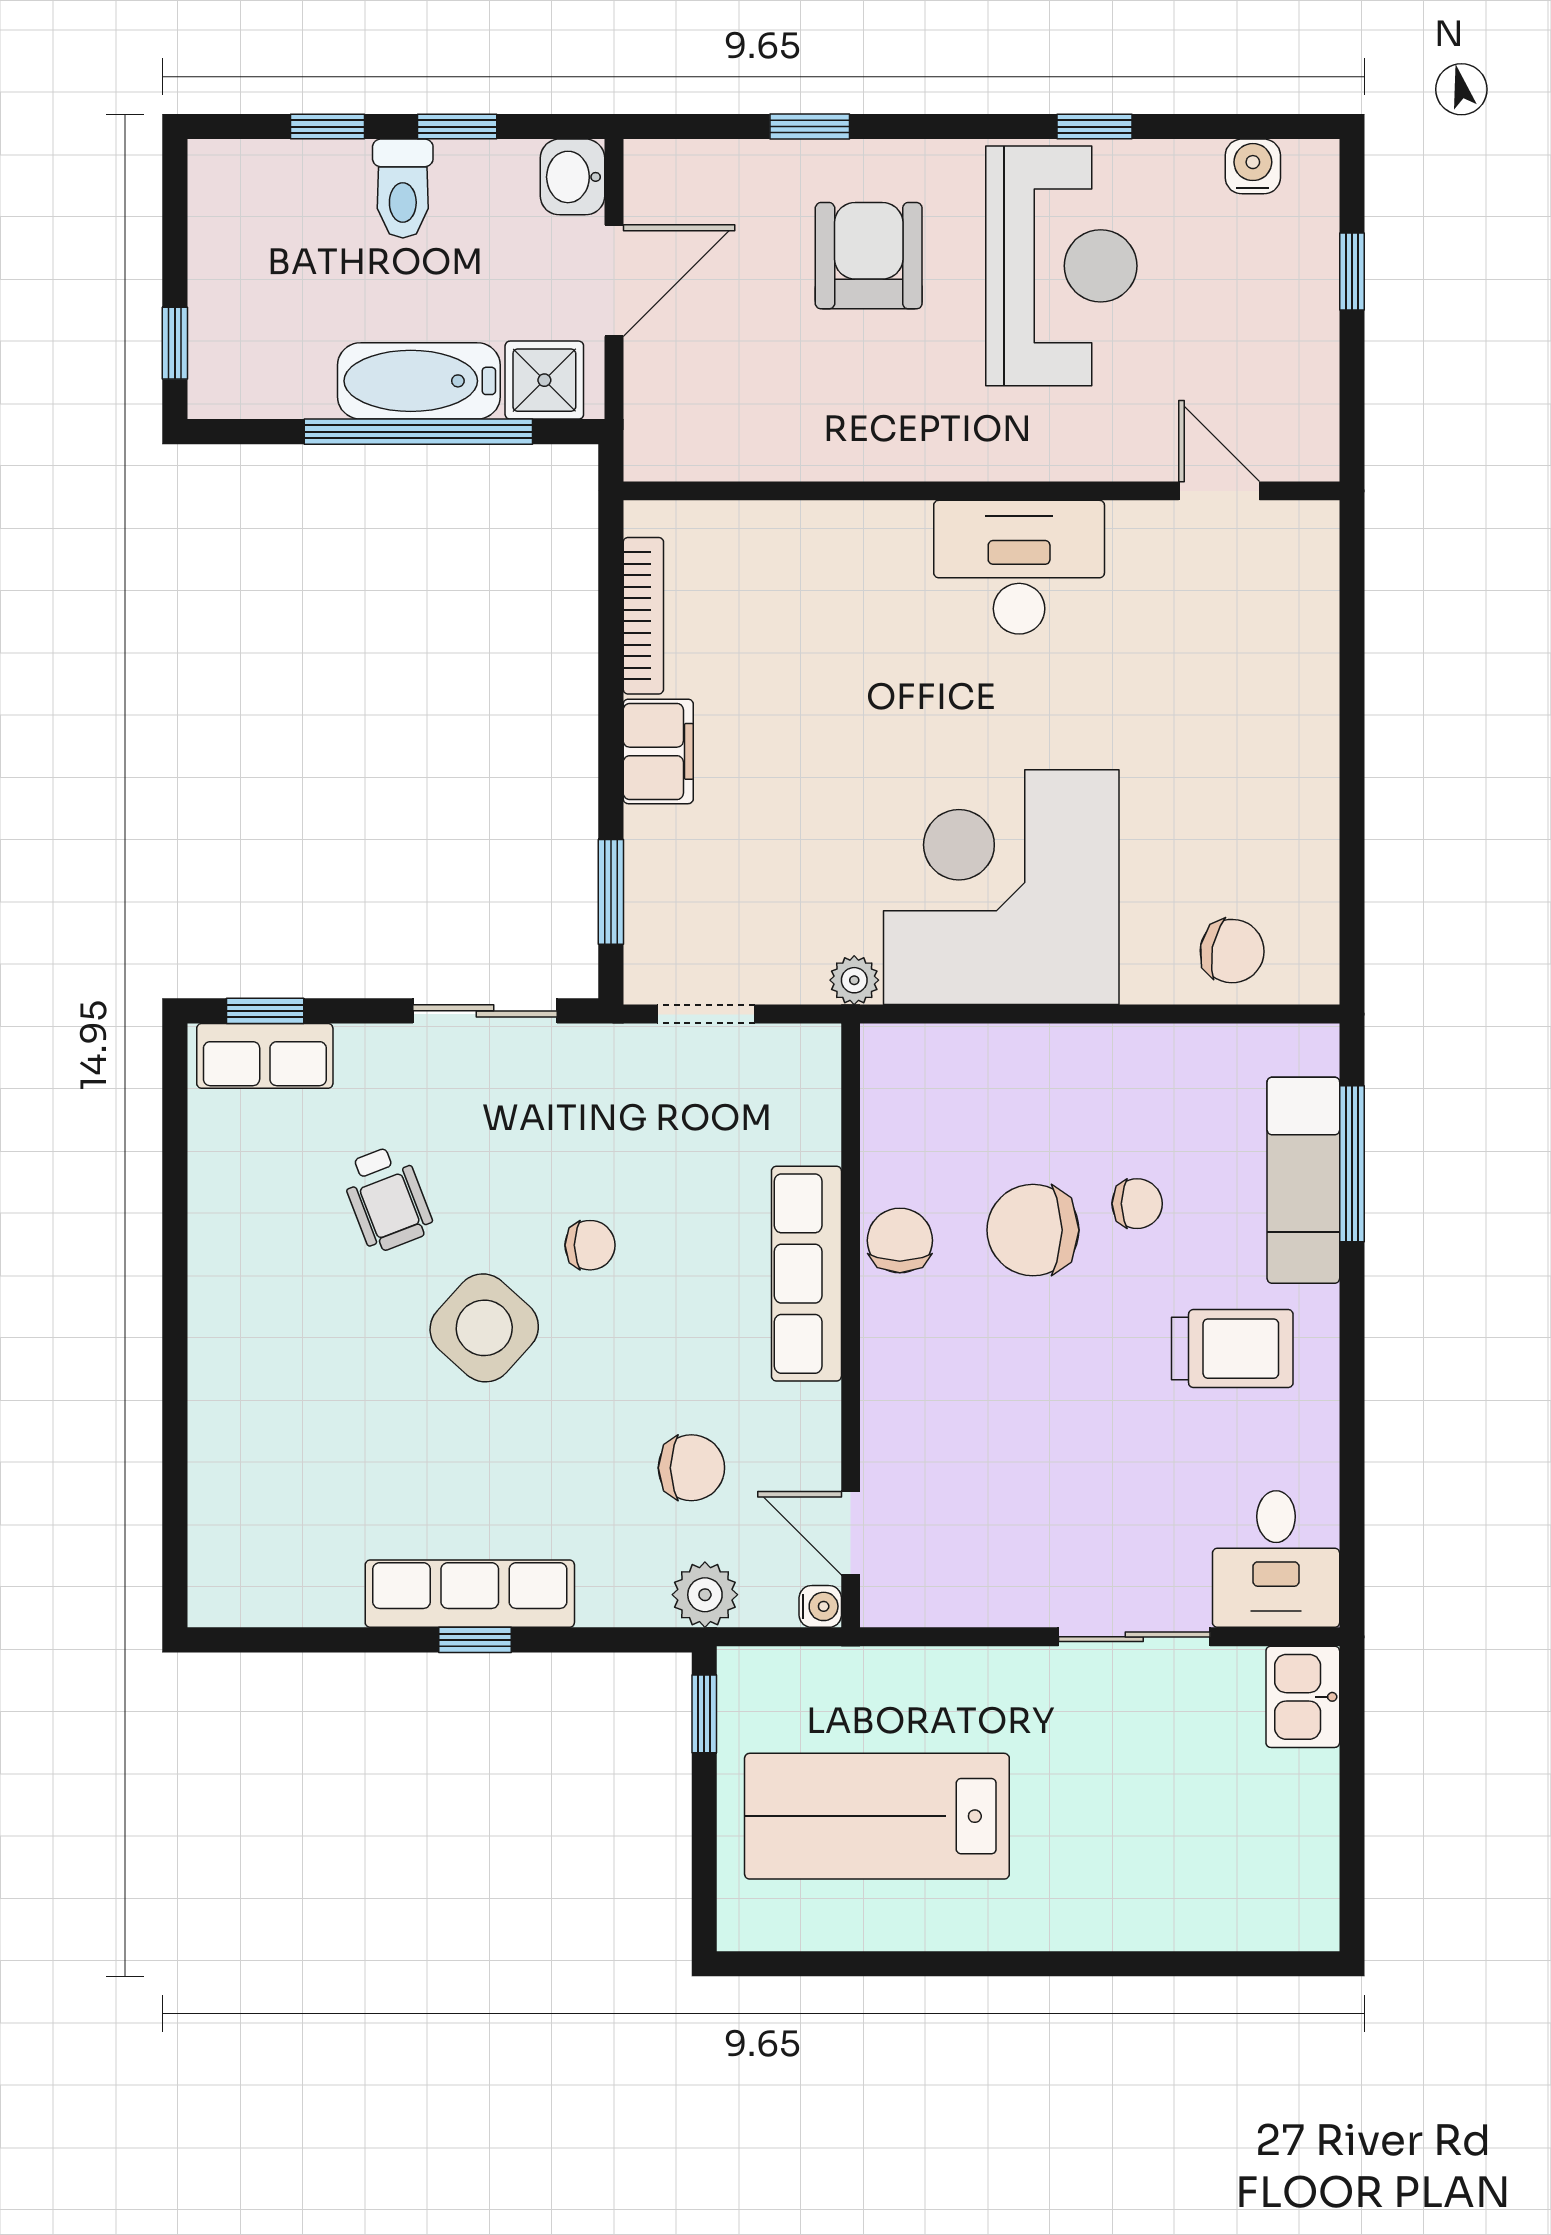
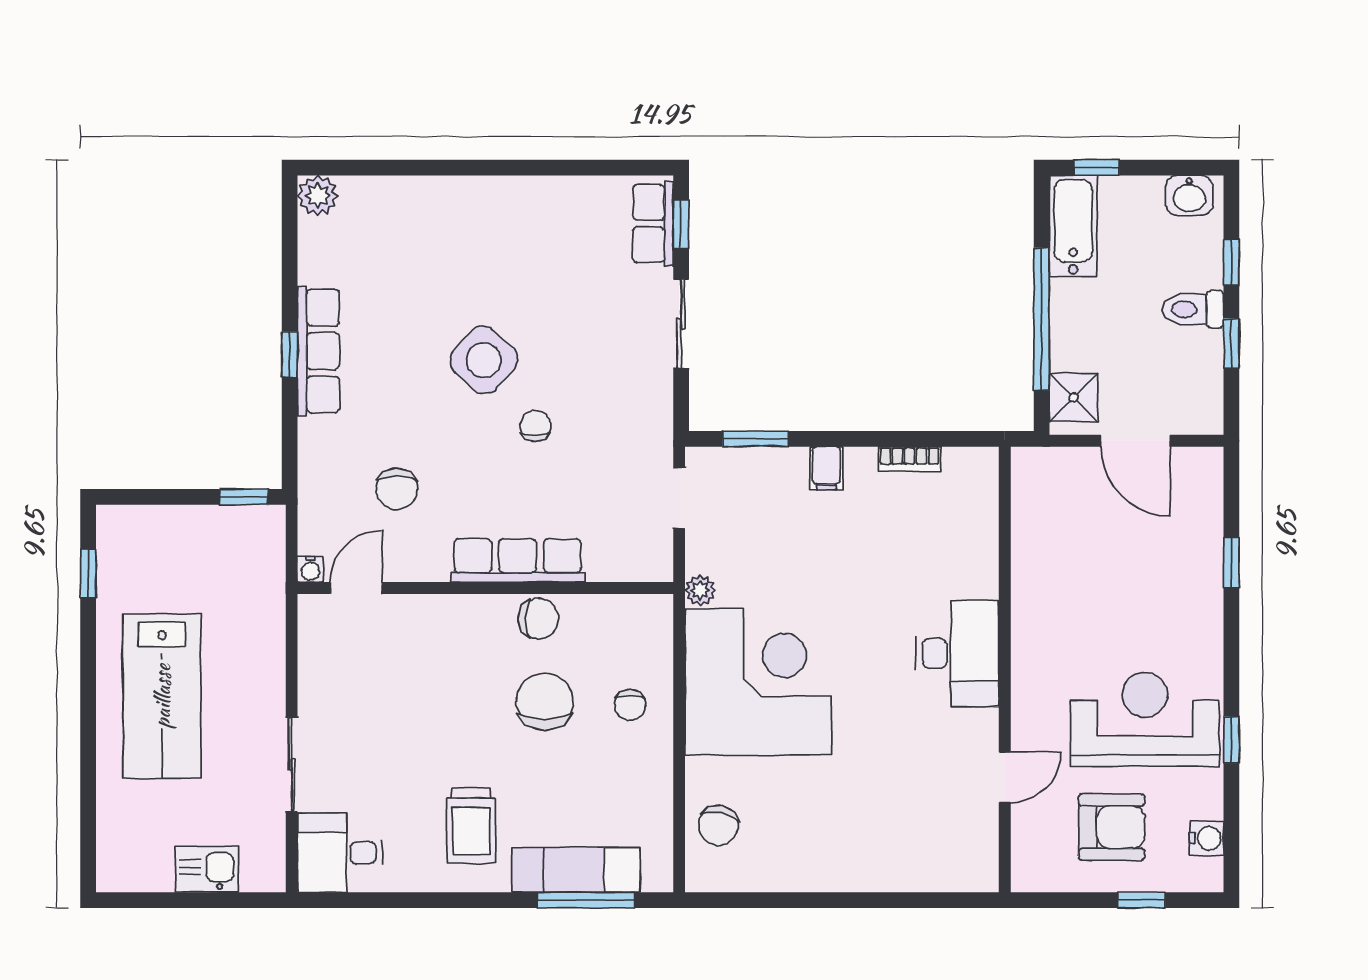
washbasin: (572, 177) -> (1189, 195), moved, turned 180
armchair: (869, 256) -> (1112, 827), moved
reception desk: (1061, 266) -> (1145, 719), turned 180
bathtub: (419, 381) -> (1073, 226), moved
door: (1219, 491) -> (1005, 777), moved
desk: (1019, 567) -> (957, 653), moved
bookcase: (643, 616) -> (909, 459), width x0.64
filing cabinet: (658, 751) -> (826, 468), width x0.50
sliding door: (485, 1011) -> (681, 324), moved
wheelchair: (387, 1199) -> (564, 299), removed
chair: (1137, 1204) -> (630, 705), moved
chair: (590, 1245) -> (535, 426), turned 180
plant: (705, 1595) -> (318, 196), moved
kitchen sink: (1303, 1697) -> (207, 869), moved
lab bench: (877, 1816) -> (162, 696), moved, turned 180
window: (827, 1964) -> (88, 574), added

